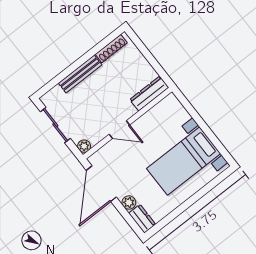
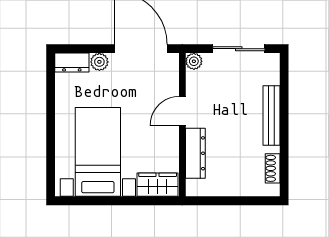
shoe rack: (111, 49) -> (273, 168), width x0.70
dresser: (149, 94) -> (195, 153), moved
wardrobe: (175, 110) -> (158, 185), added

